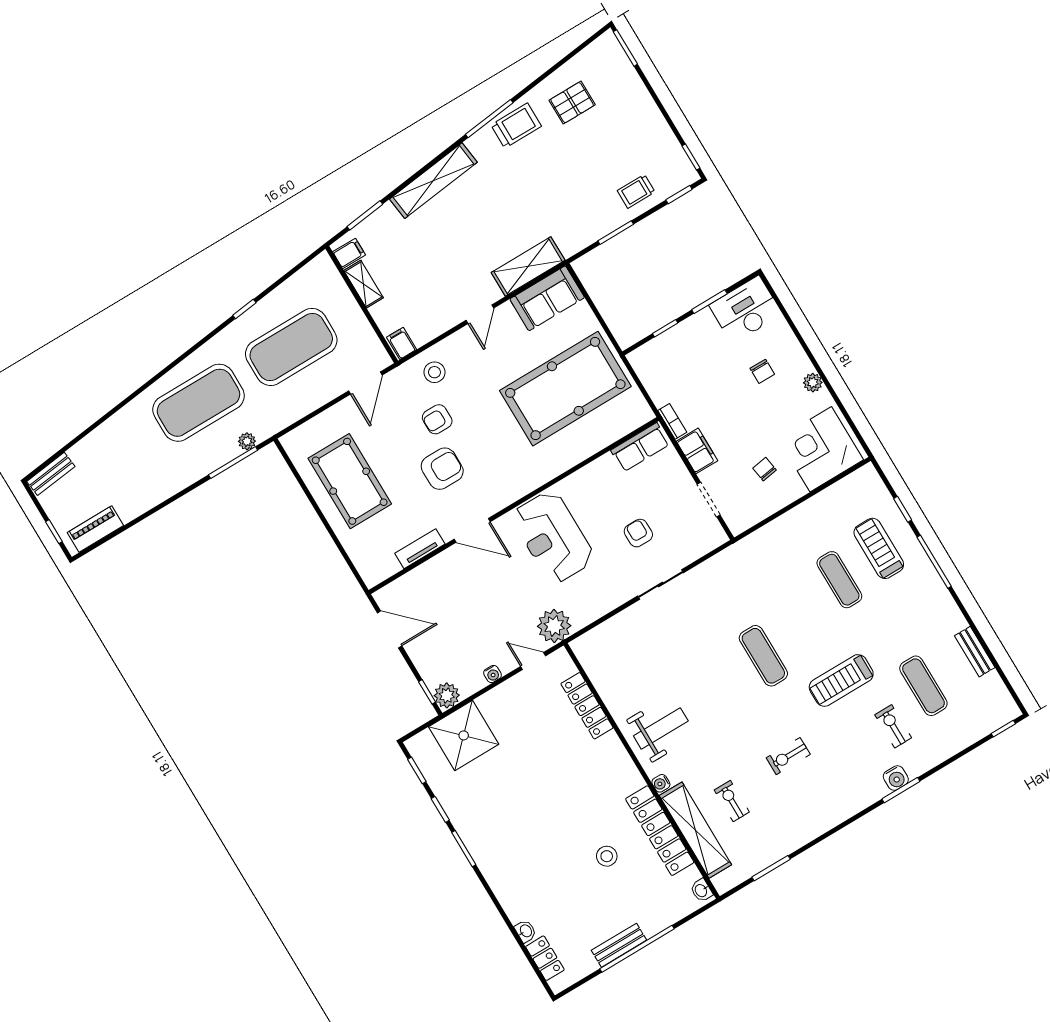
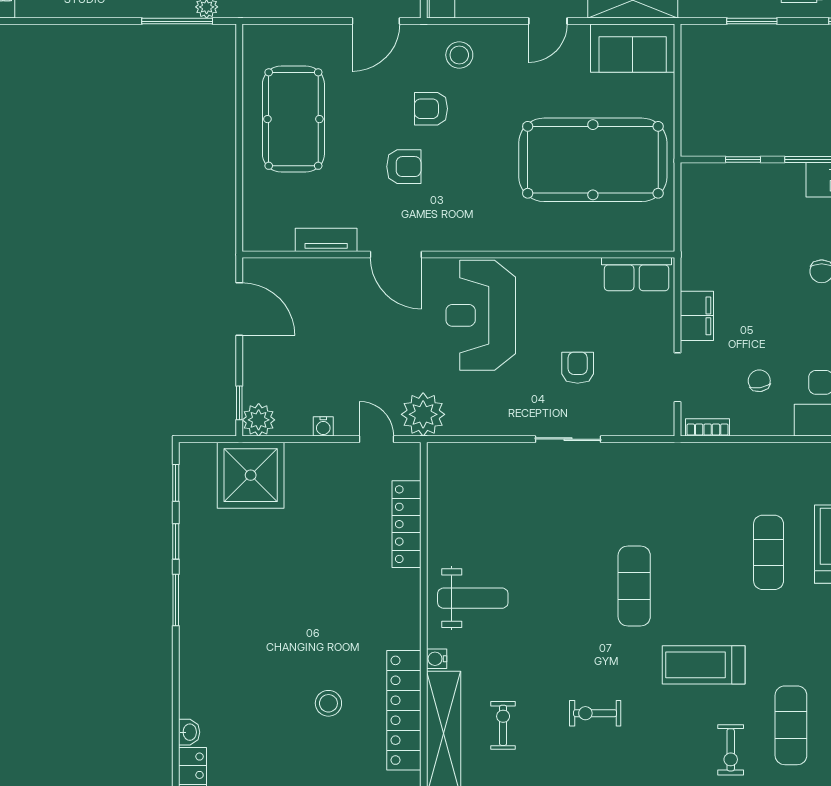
bookcase: (672, 421) -> (708, 427), moved, turned -90
armchair: (442, 469) -> (404, 167), width x0.72, depth x0.72
exercise bike: (893, 726) -> (731, 750), turned 180

